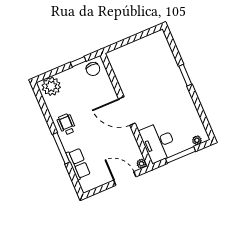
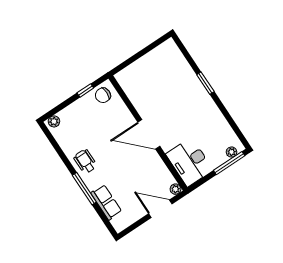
chair: (93, 69) -> (103, 95), turned 90
plant: (51, 86) -> (54, 121), width x0.53, depth x0.53
window: (180, 155) -> (229, 163), moved

